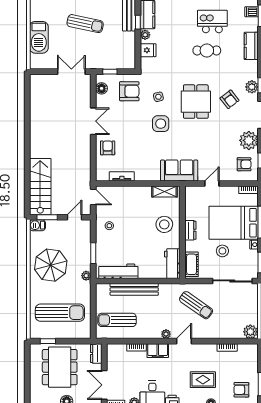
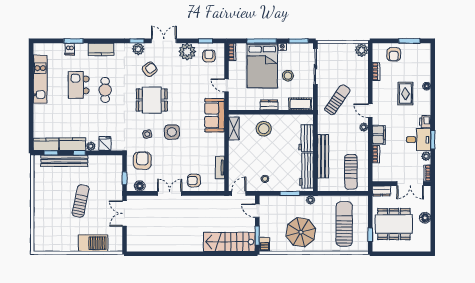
workbench: (172, 264) -> (306, 138), moved, turned 90
armchair: (241, 390) -> (394, 54), moved

